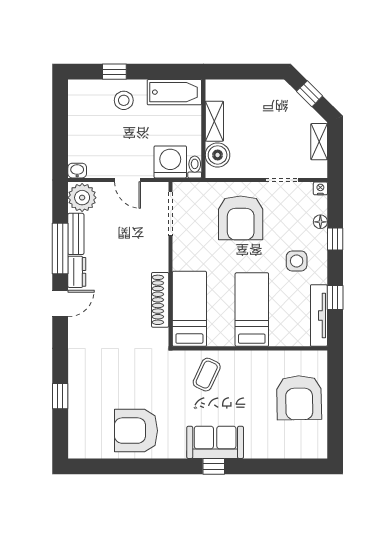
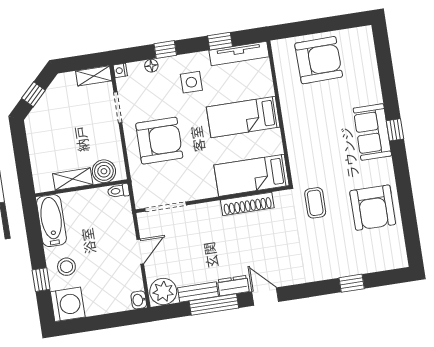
shelving: (319, 142) -> (94, 76), moved
washing machine: (170, 162) -> (68, 304), moved, turned 180
coffee table: (207, 375) -> (315, 203), moved, turned 65

